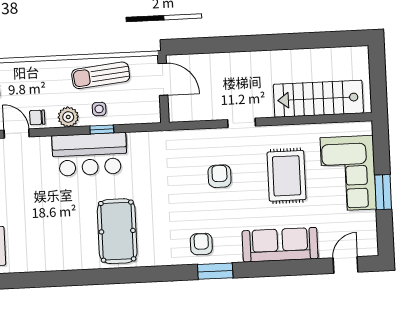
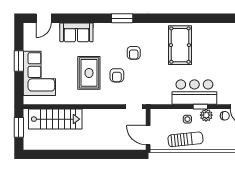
window: (378, 82) -> (19, 127), added
doorway: (241, 123) -> (134, 107), moved
window: (102, 129) -> (200, 107), moved
rug: (287, 176) -> (89, 73), moved
armchair: (201, 244) -> (134, 53), moved
sofa: (280, 245) -> (76, 32), width x0.73

